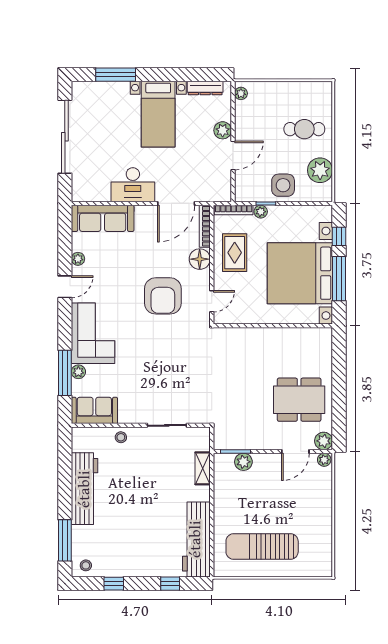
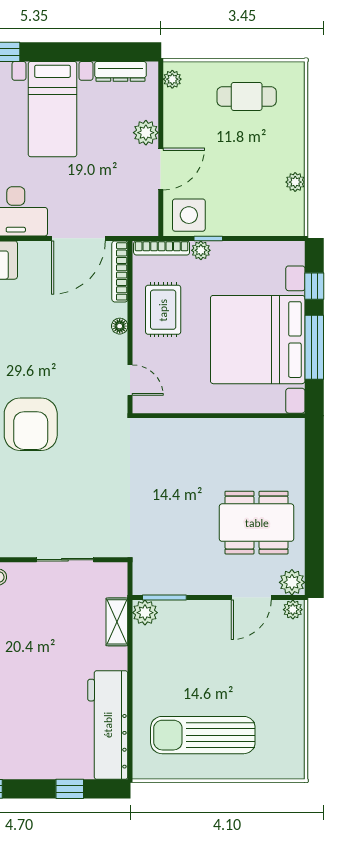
cafe table: (304, 129) -> (247, 96), moved
plant: (320, 170) -> (295, 182), width x0.53, depth x0.53
side table: (283, 185) -> (189, 215), moved
floor lamp: (200, 259) -> (120, 326), width x0.53, depth x0.53
armchair: (163, 296) -> (31, 424), moved
door: (212, 301) -> (130, 380), hinge flipped
plant: (243, 462) -> (145, 613), moved

